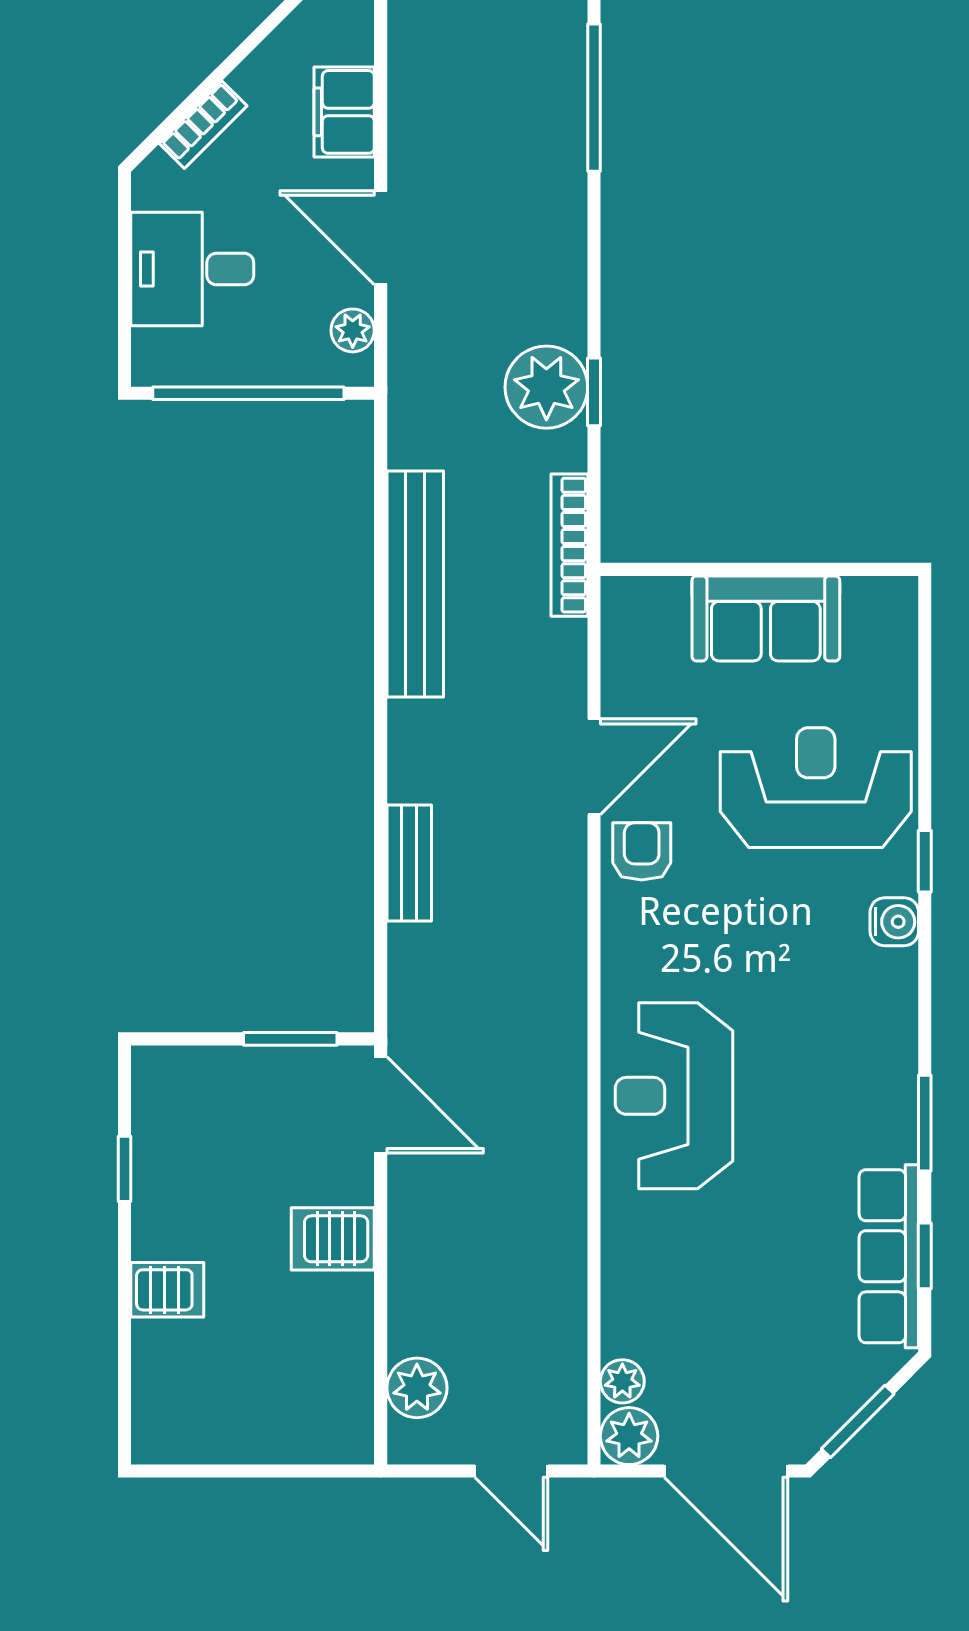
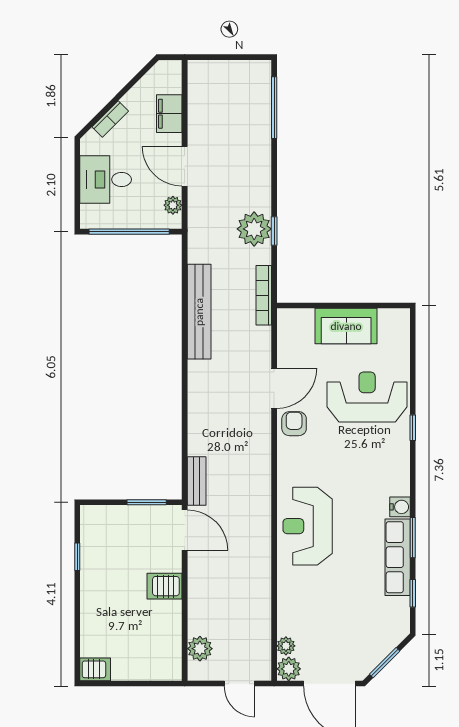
bench: (409, 863) -> (197, 481), moved
water cooler: (894, 922) -> (400, 507), moved
row of seats: (889, 1256) -> (398, 557), moved
server rack: (167, 1290) -> (95, 669), moved

